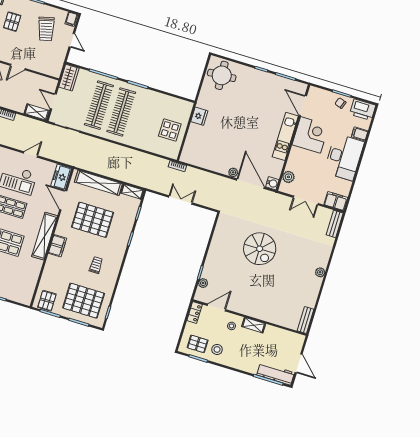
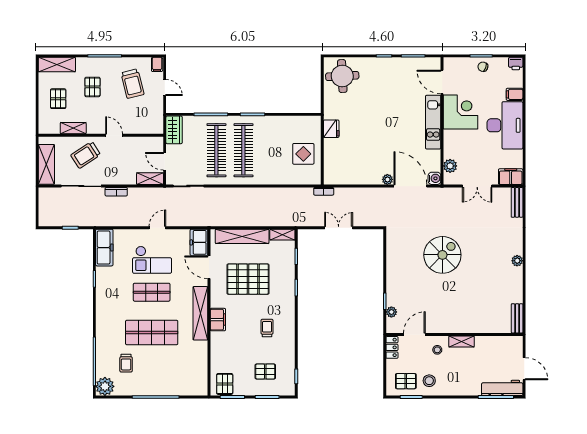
door: (18, 67) -> (114, 135), swing flipped
printer: (363, 110) -> (516, 64), width x0.53, depth x0.68
spiral stairs: (260, 249) -> (442, 255), turned -90
pallet: (84, 301) -> (265, 372), width x0.49, depth x0.50

